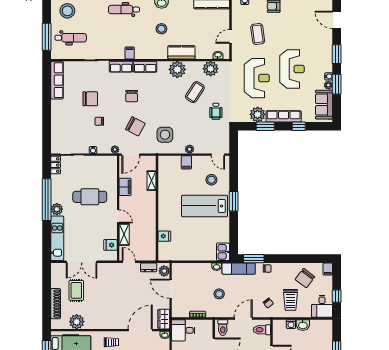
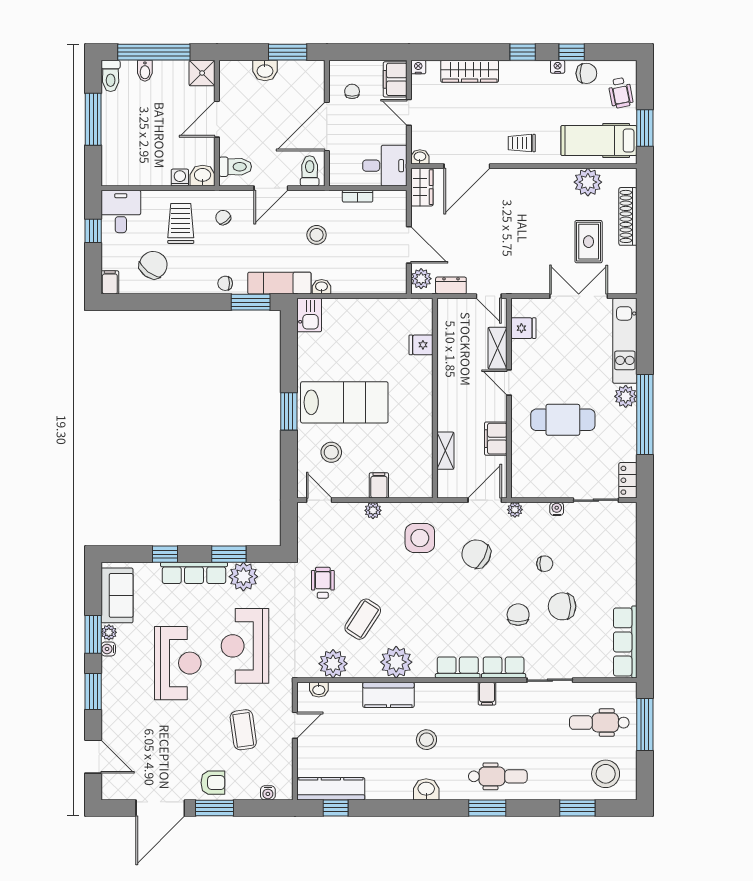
reception desk: (292, 69) -> (178, 663), turned 180
chair: (132, 96) -> (518, 615), moved
washbasin: (303, 325) -> (203, 176), moved

